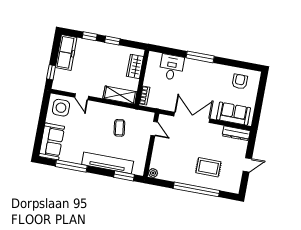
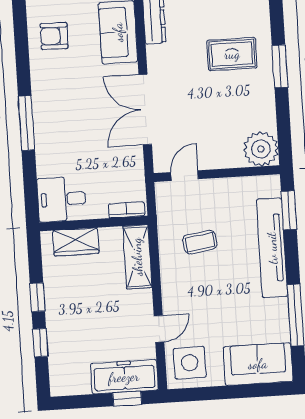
freezer: (66, 52) -> (124, 377), moved
desk: (171, 67) -> (62, 199), moved
rug: (208, 167) -> (232, 54), turned 90
plant: (153, 173) -> (261, 149), width x1.87, depth x1.87
window: (196, 189) -> (280, 66), width x0.47

